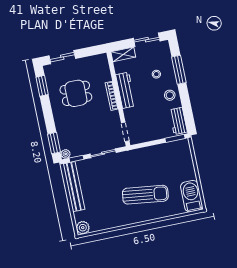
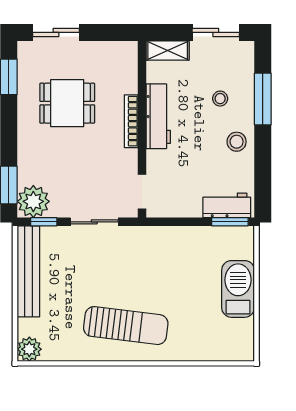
workbench: (178, 121) -> (227, 205), moved, turned 90
plant: (66, 154) -> (33, 201), width x1.88, depth x1.88
sun lounger: (145, 195) -> (126, 326), moved
barbecue: (191, 196) -> (238, 289), moved

